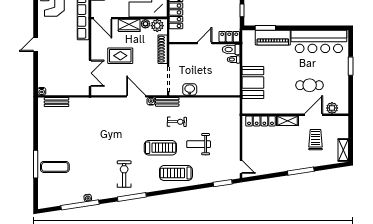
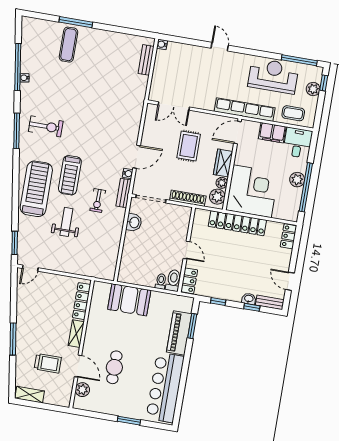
treadmill: (176, 173) -> (36, 189), width x1.37, depth x1.38

